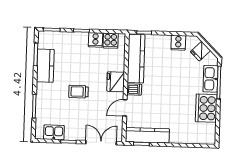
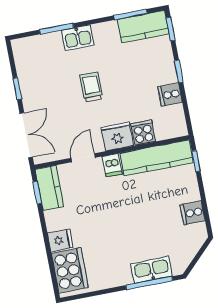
cooker: (111, 41) -> (143, 133), moved, turned 90
fridge: (201, 51) -> (60, 240), moved, turned 135
kitchen counter: (45, 66) -> (143, 27), moved
door: (125, 108) -> (83, 158), hinge flipped
cooker: (206, 108) -> (70, 270), moved, turned 90
kitchen sink: (54, 132) -> (78, 38), moved, turned 90
kitchen counter: (147, 135) -> (49, 188), width x0.67

